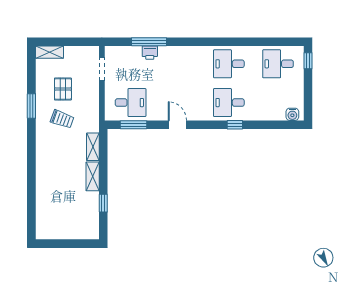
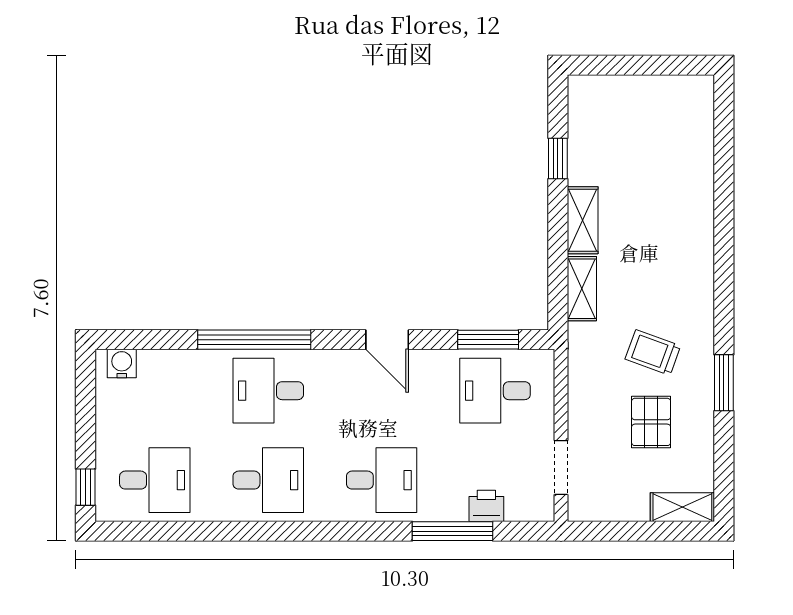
printer: (150, 53) -> (486, 506), moved
desk: (180, 64) -> (382, 480), added
desk: (229, 103) -> (268, 391), turned 180
window: (235, 125) -> (254, 340), width x3.17

